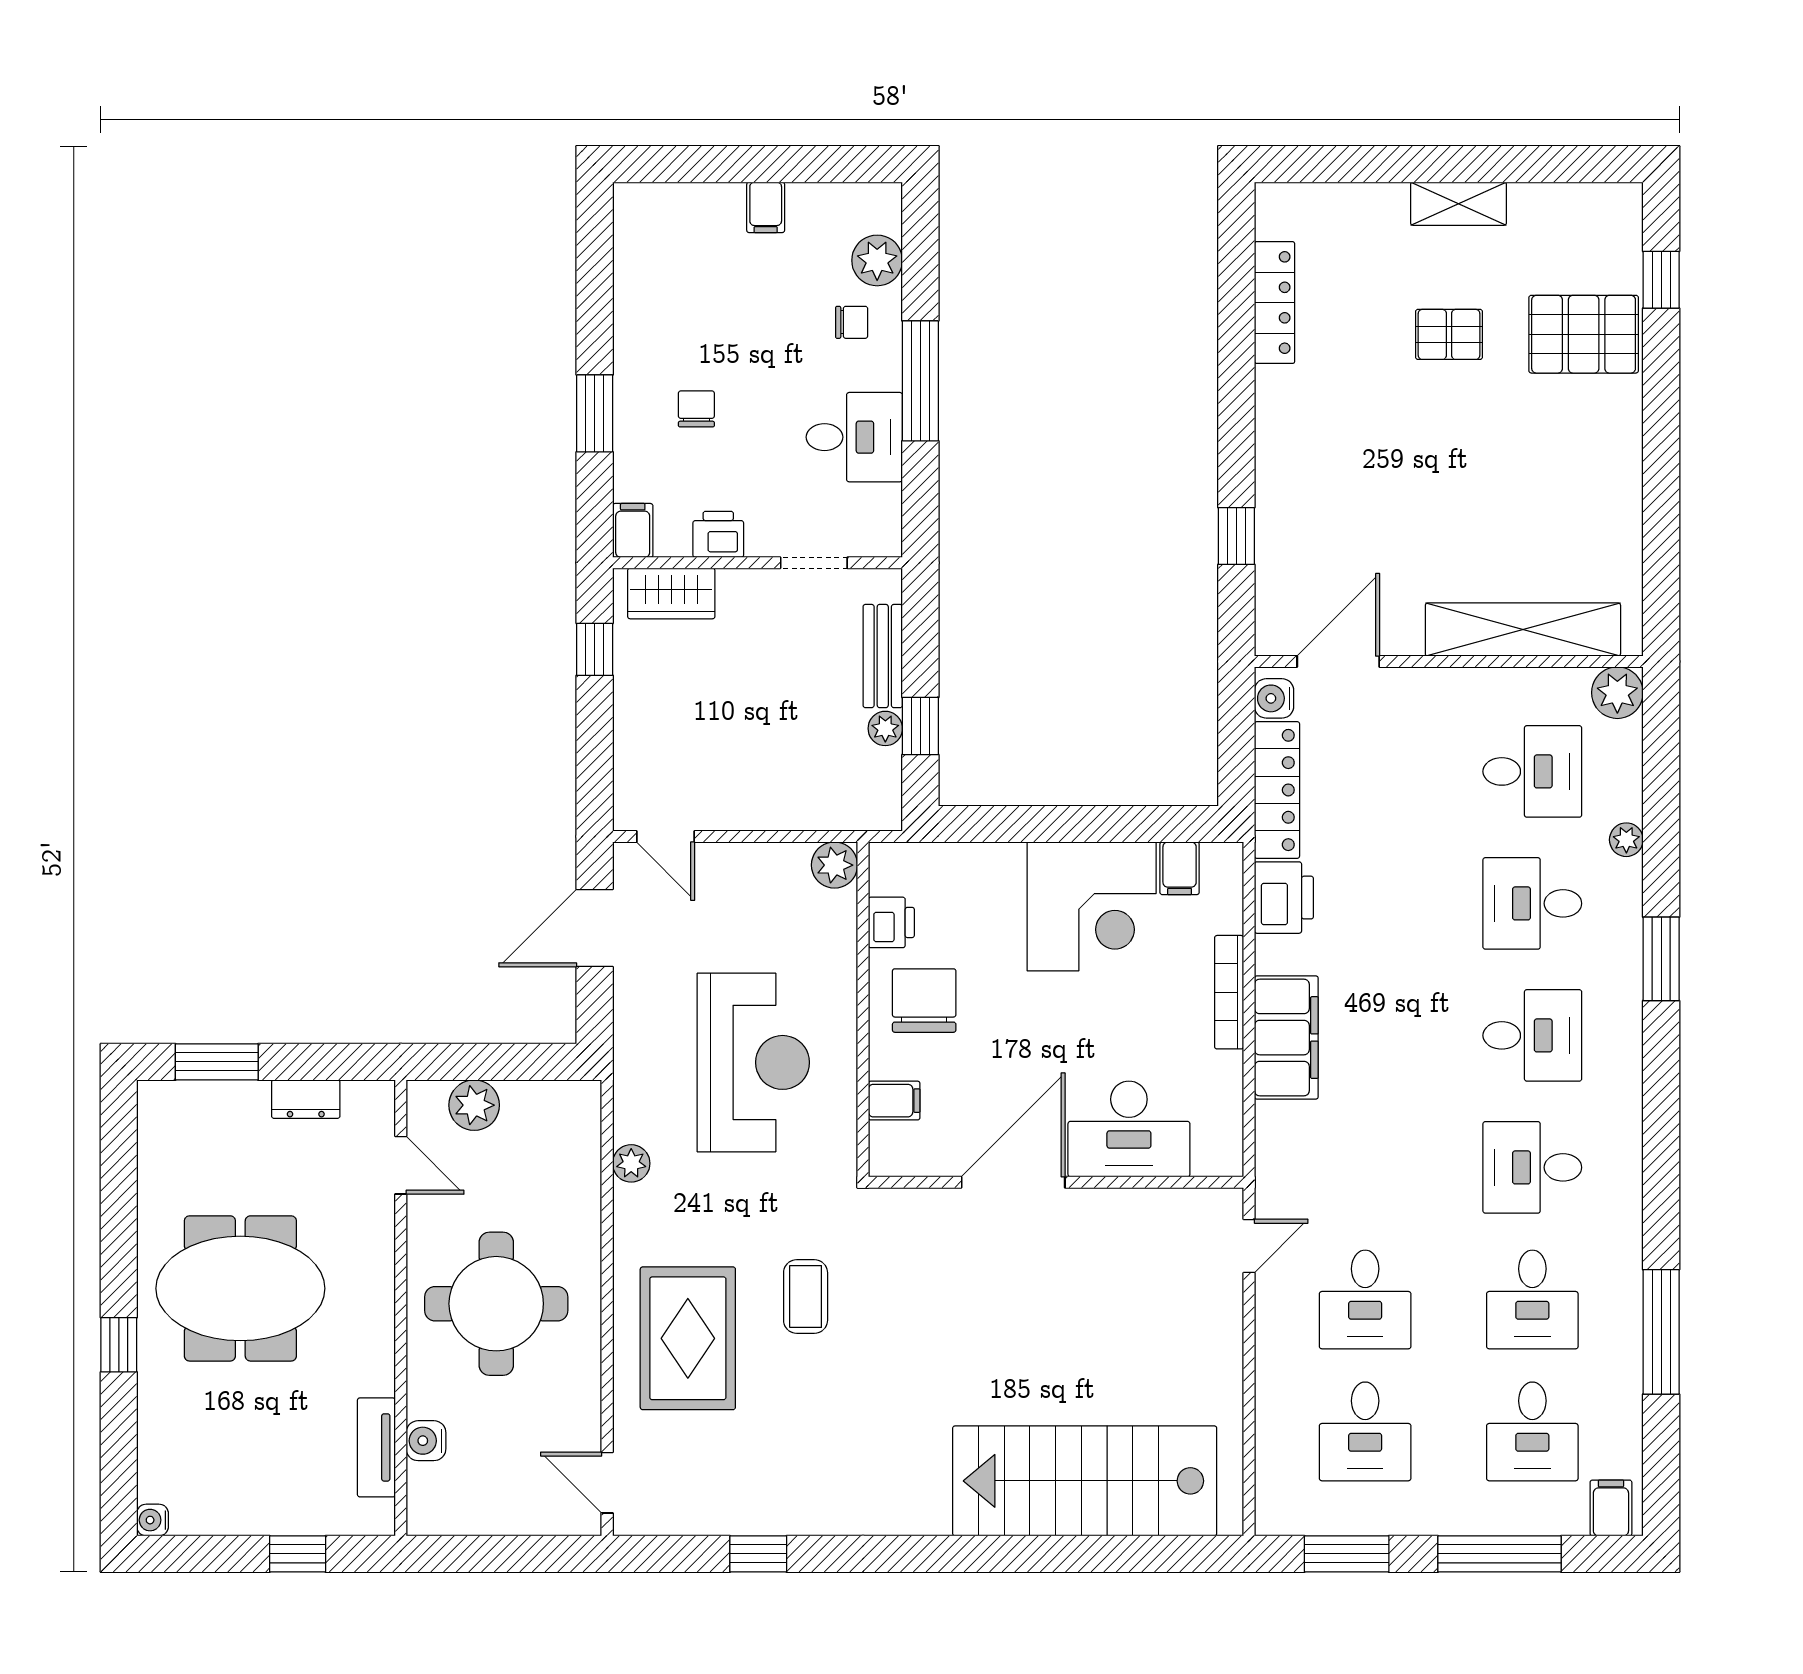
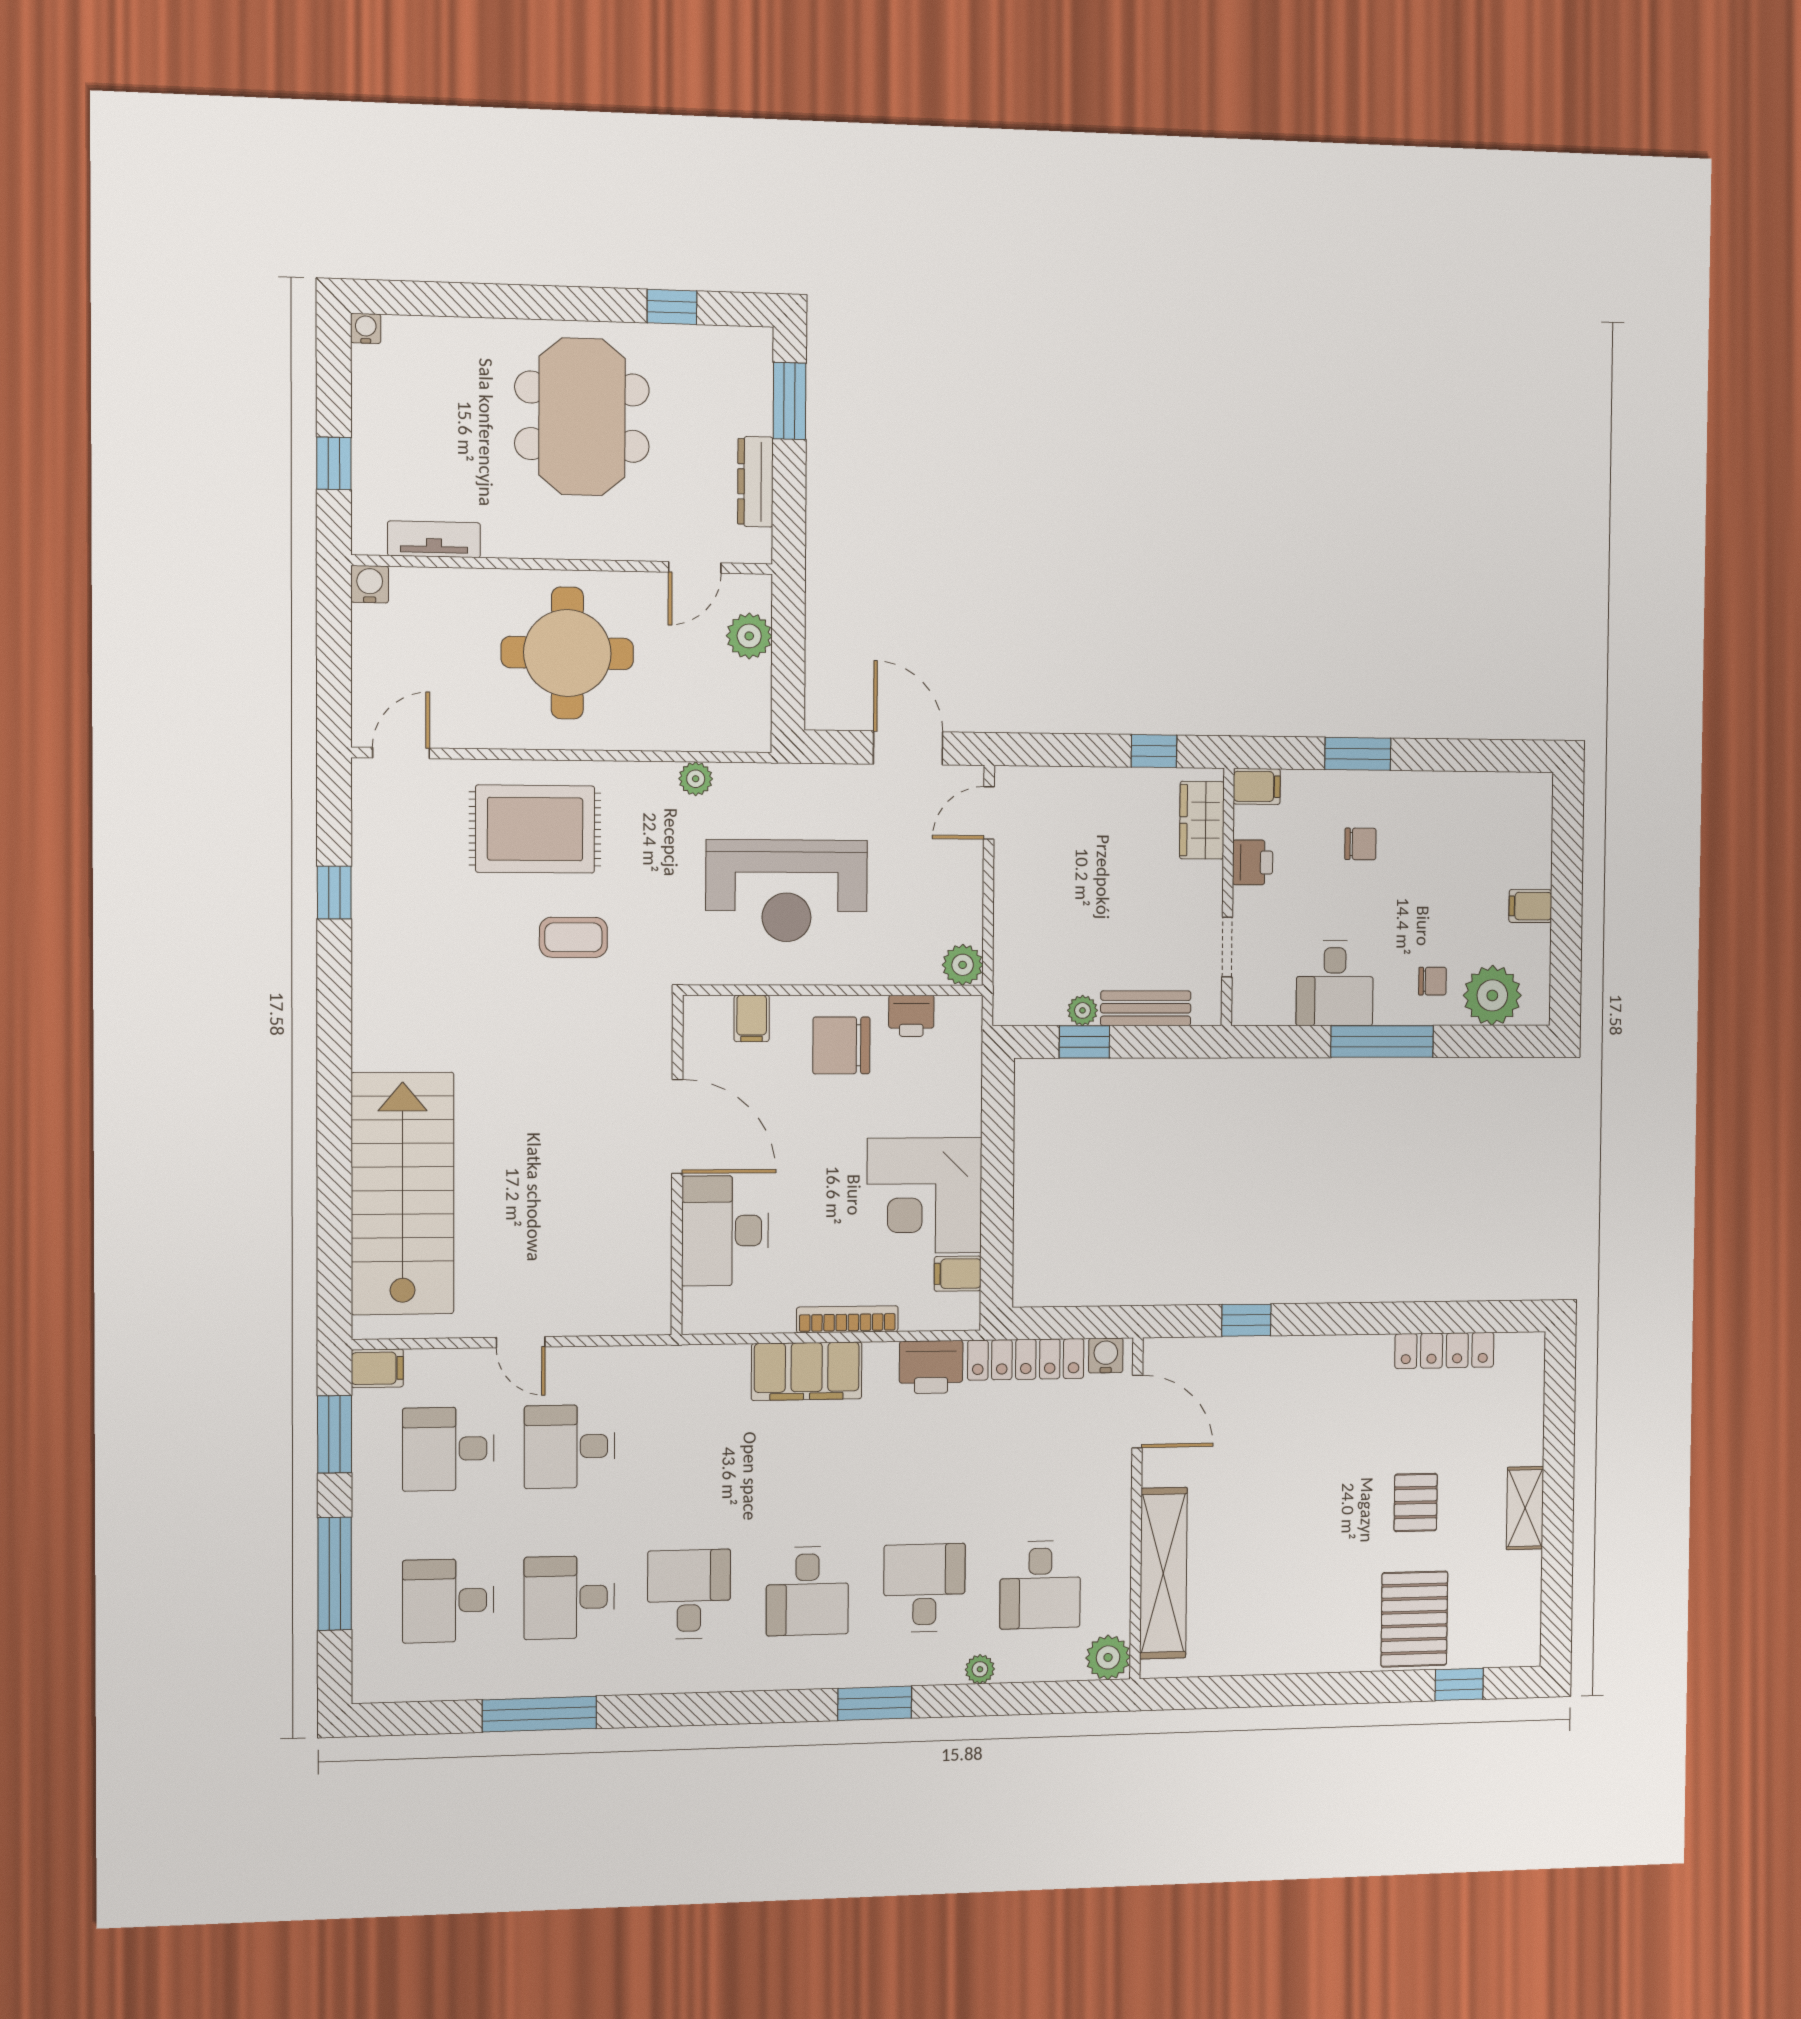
plant: (877, 260) -> (1492, 995), width x1.36, depth x1.36
chair: (852, 322) -> (1432, 981), turned -90
chair: (924, 1001) -> (841, 1045), turned 180
dresser: (306, 1099) -> (755, 482), width x1.44
door: (1249, 1246) -> (521, 1342), moved
window: (119, 1345) -> (672, 307), moved
water cooler: (426, 1441) -> (370, 584), moved
filing cabinet: (1611, 1508) -> (377, 1368), moved

